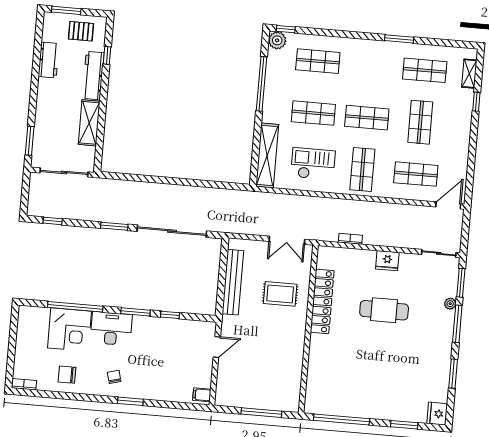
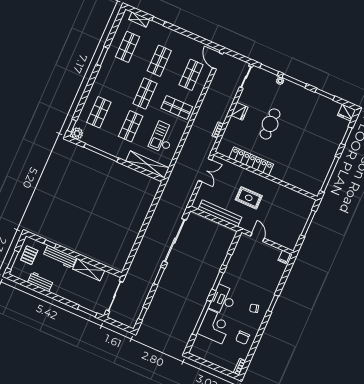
shop shelf: (420, 122) -> (159, 61), turned 90
rug: (280, 294) -> (249, 198), moved, turned 90

